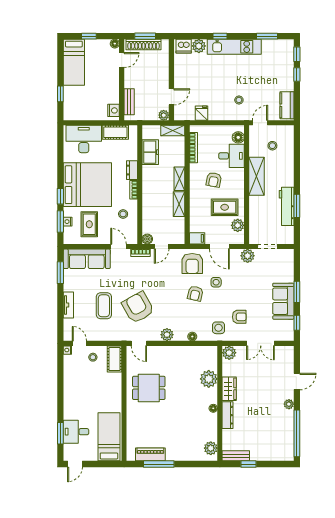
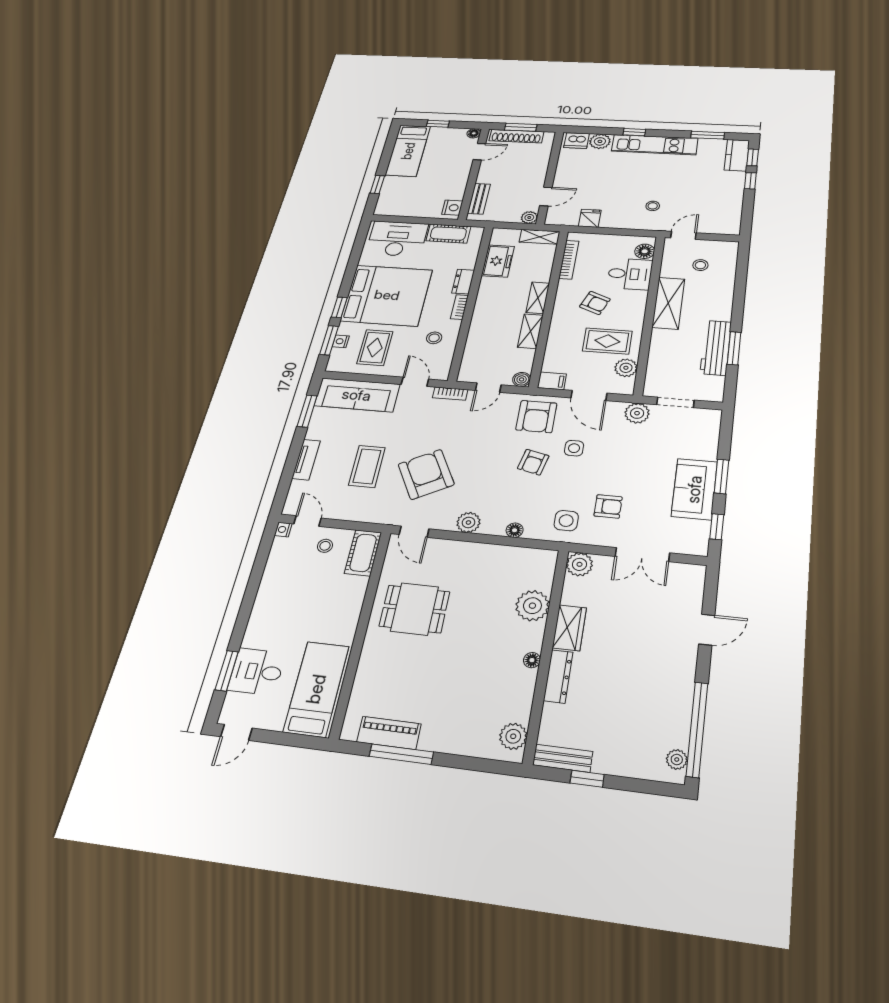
kitchen counter: (287, 105) -> (737, 155), moved
armchair: (214, 180) -> (595, 303), turned -79
boiler: (147, 239) -> (522, 379), moved
plant: (289, 404) -> (677, 759), moved

